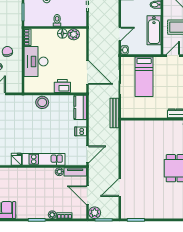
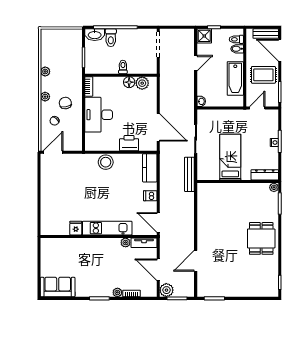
door: (120, 34) -> (196, 63), moved
bed: (144, 77) -> (230, 157), moved, turned 180
door: (87, 154) -> (158, 222), swing flipped

